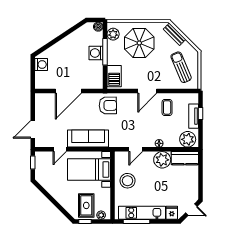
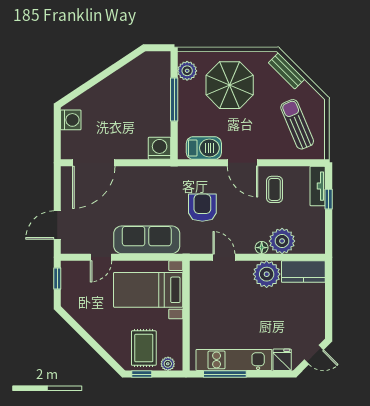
boiler: (98, 27) -> (163, 59), removed
washing machine: (96, 53) -> (160, 148), moved, turned 90
barbecue: (114, 76) -> (204, 148), moved, turned -90
door: (68, 91) -> (94, 163), moved
door: (147, 91) -> (243, 163), hinge flipped
armchair: (108, 105) -> (202, 208), moved, turned -89
tv unit: (194, 116) -> (318, 186), moved
plant: (188, 139) -> (282, 241), moved
door: (136, 149) -> (224, 257), swing flipped
stool: (128, 181) -> (211, 308), removed

